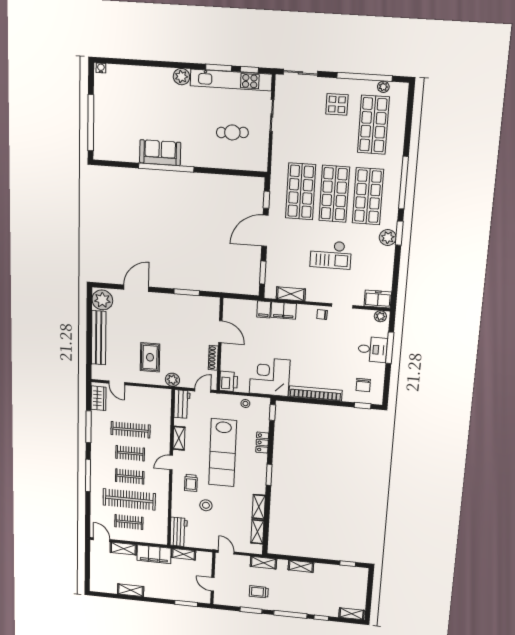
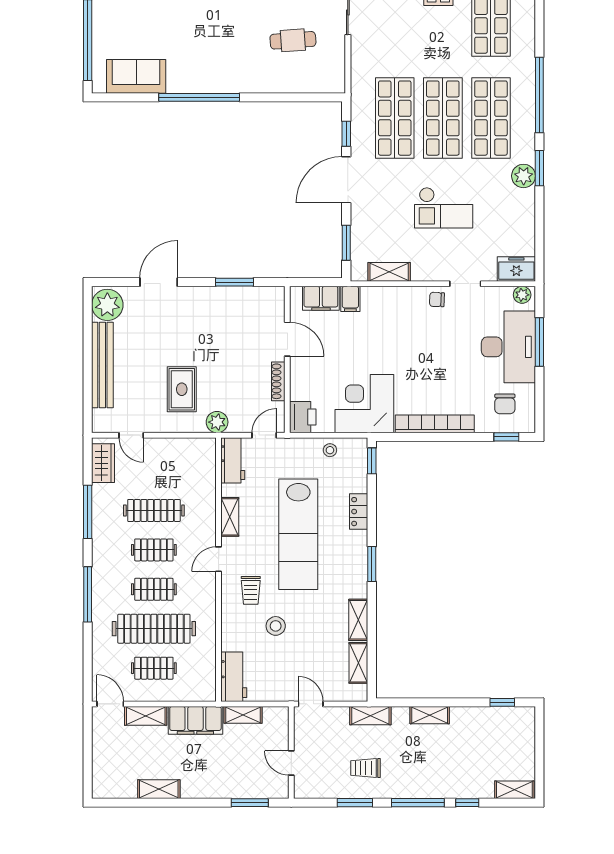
sofa: (160, 153) -> (136, 76), moved
filing cabinet: (284, 311) -> (321, 298), moved
desk: (373, 349) -> (508, 347), width x1.87, depth x1.30

